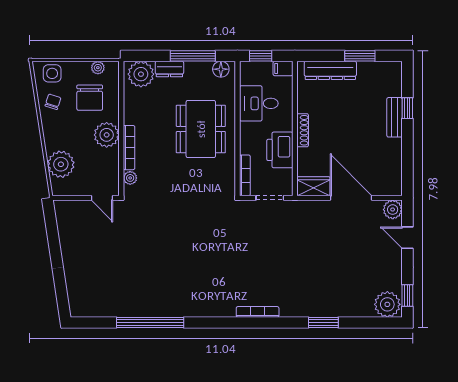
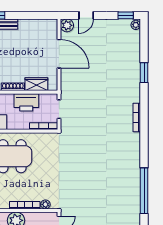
wardrobe: (313, 186) -> (36, 84), moved, turned 90
door: (351, 198) -> (59, 54), swing flipped
plant: (387, 304) -> (136, 25), width x0.53, depth x0.53

